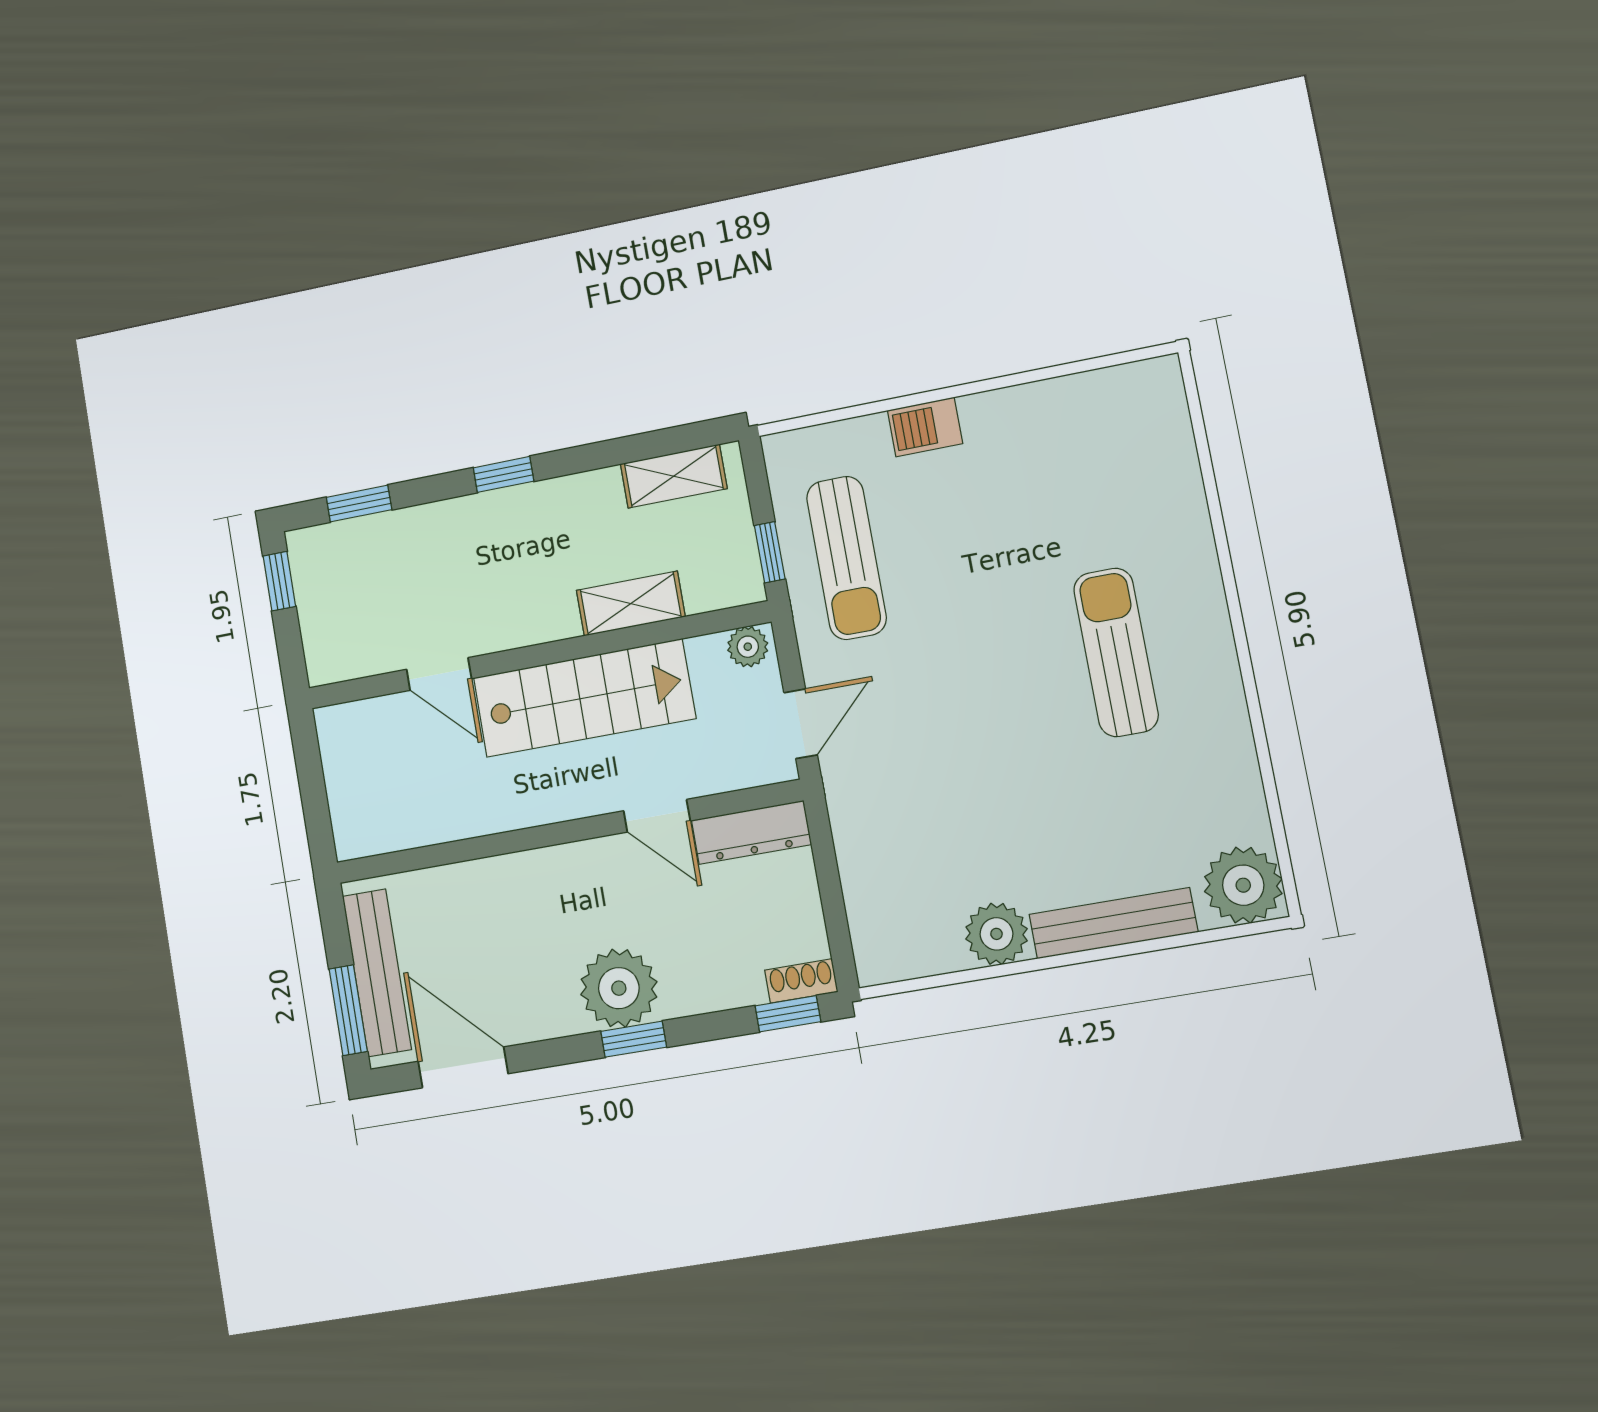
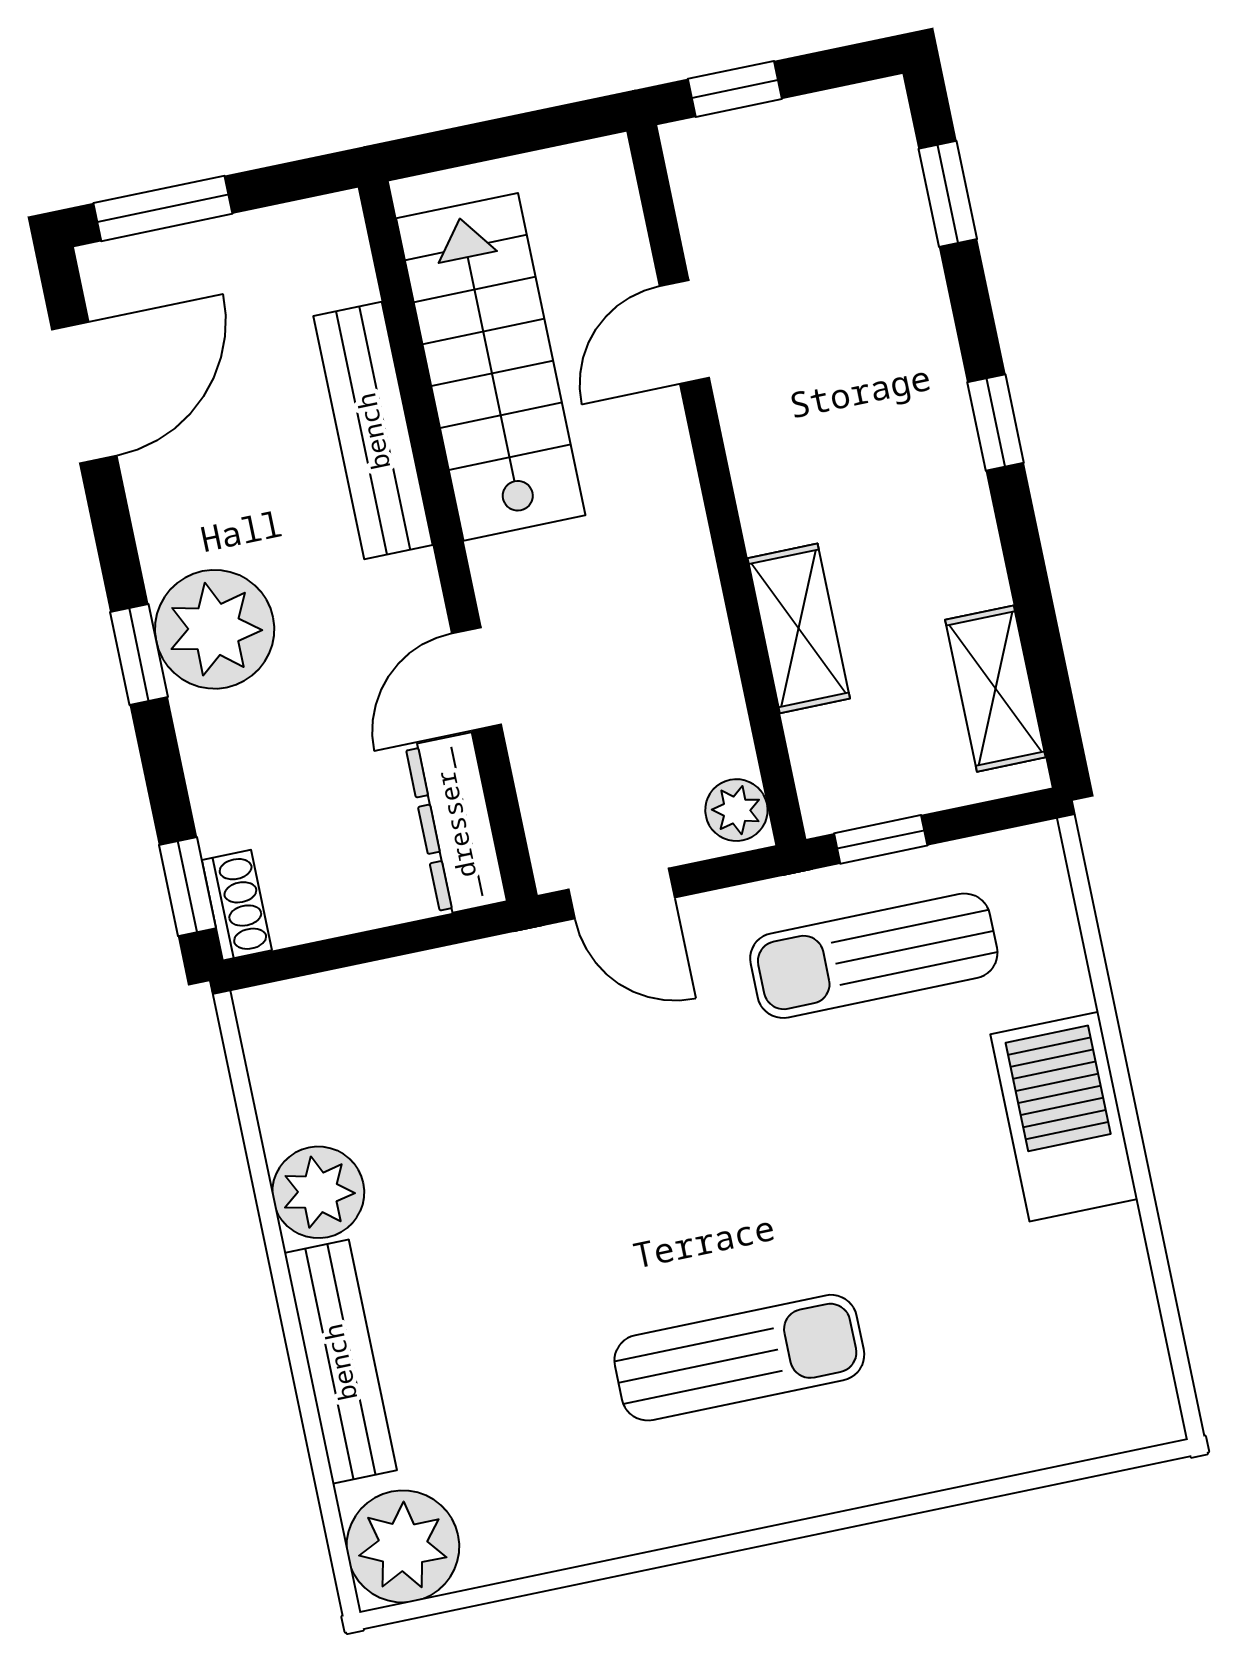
barbecue: (925, 427) -> (1064, 1117), width x1.88, depth x1.53
window: (279, 581) -> (735, 89), moved
stairs: (584, 698) -> (491, 367), moved, turned 180
bench: (377, 973) -> (373, 431), moved, turned 90

